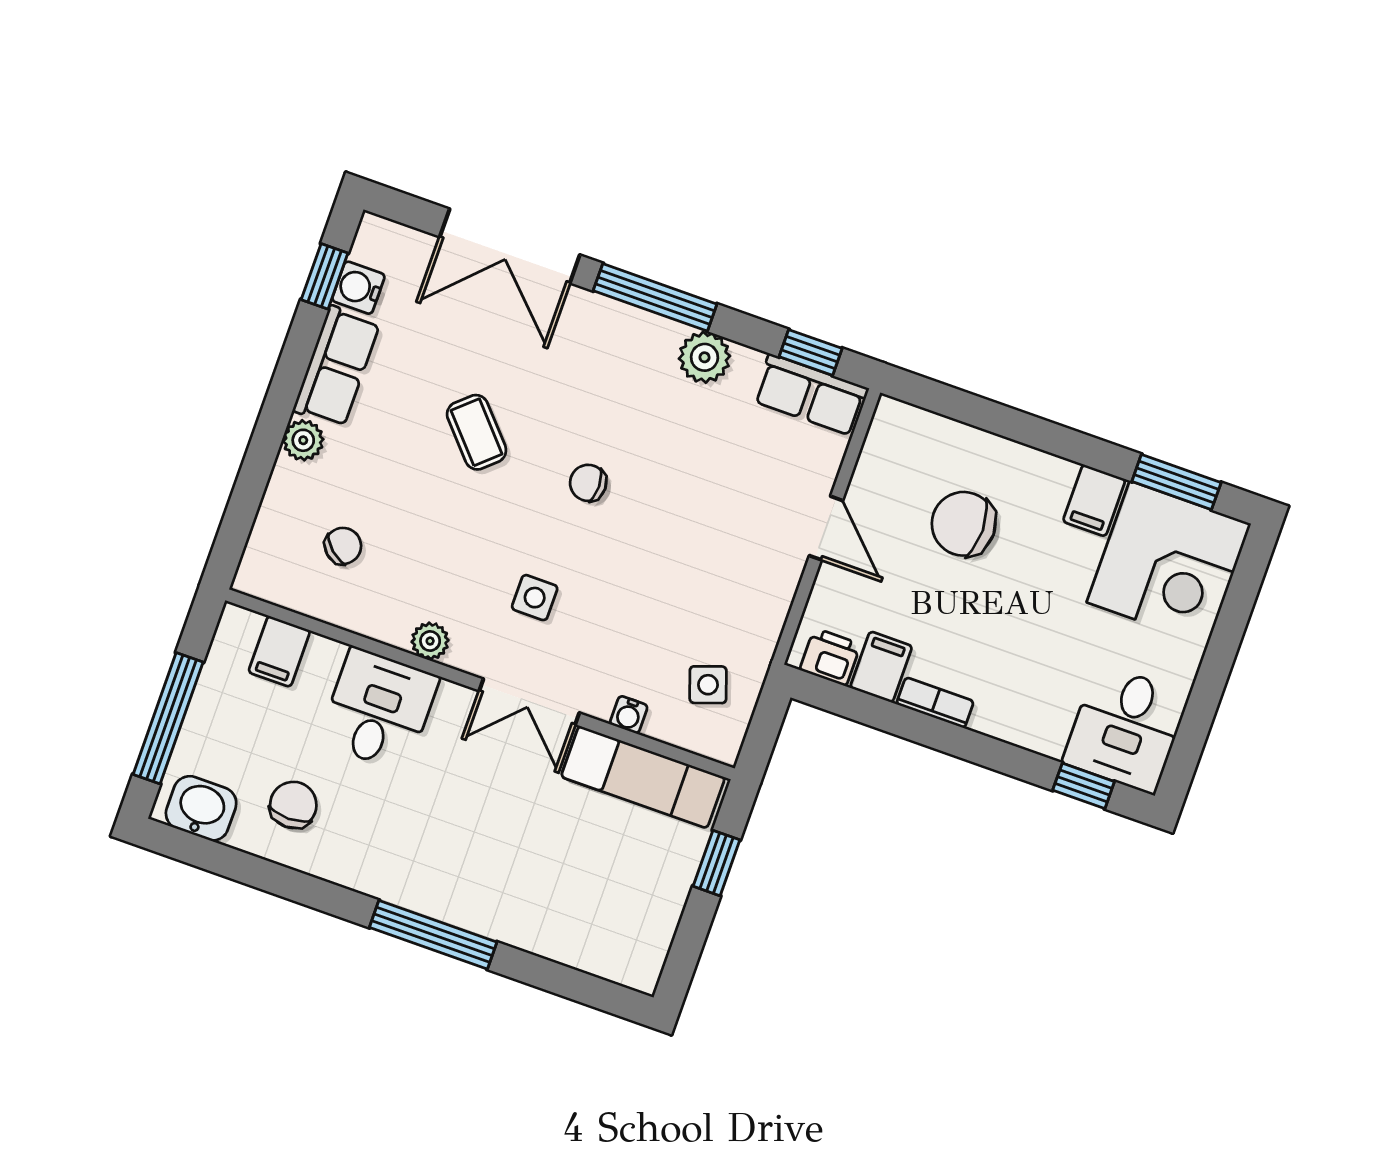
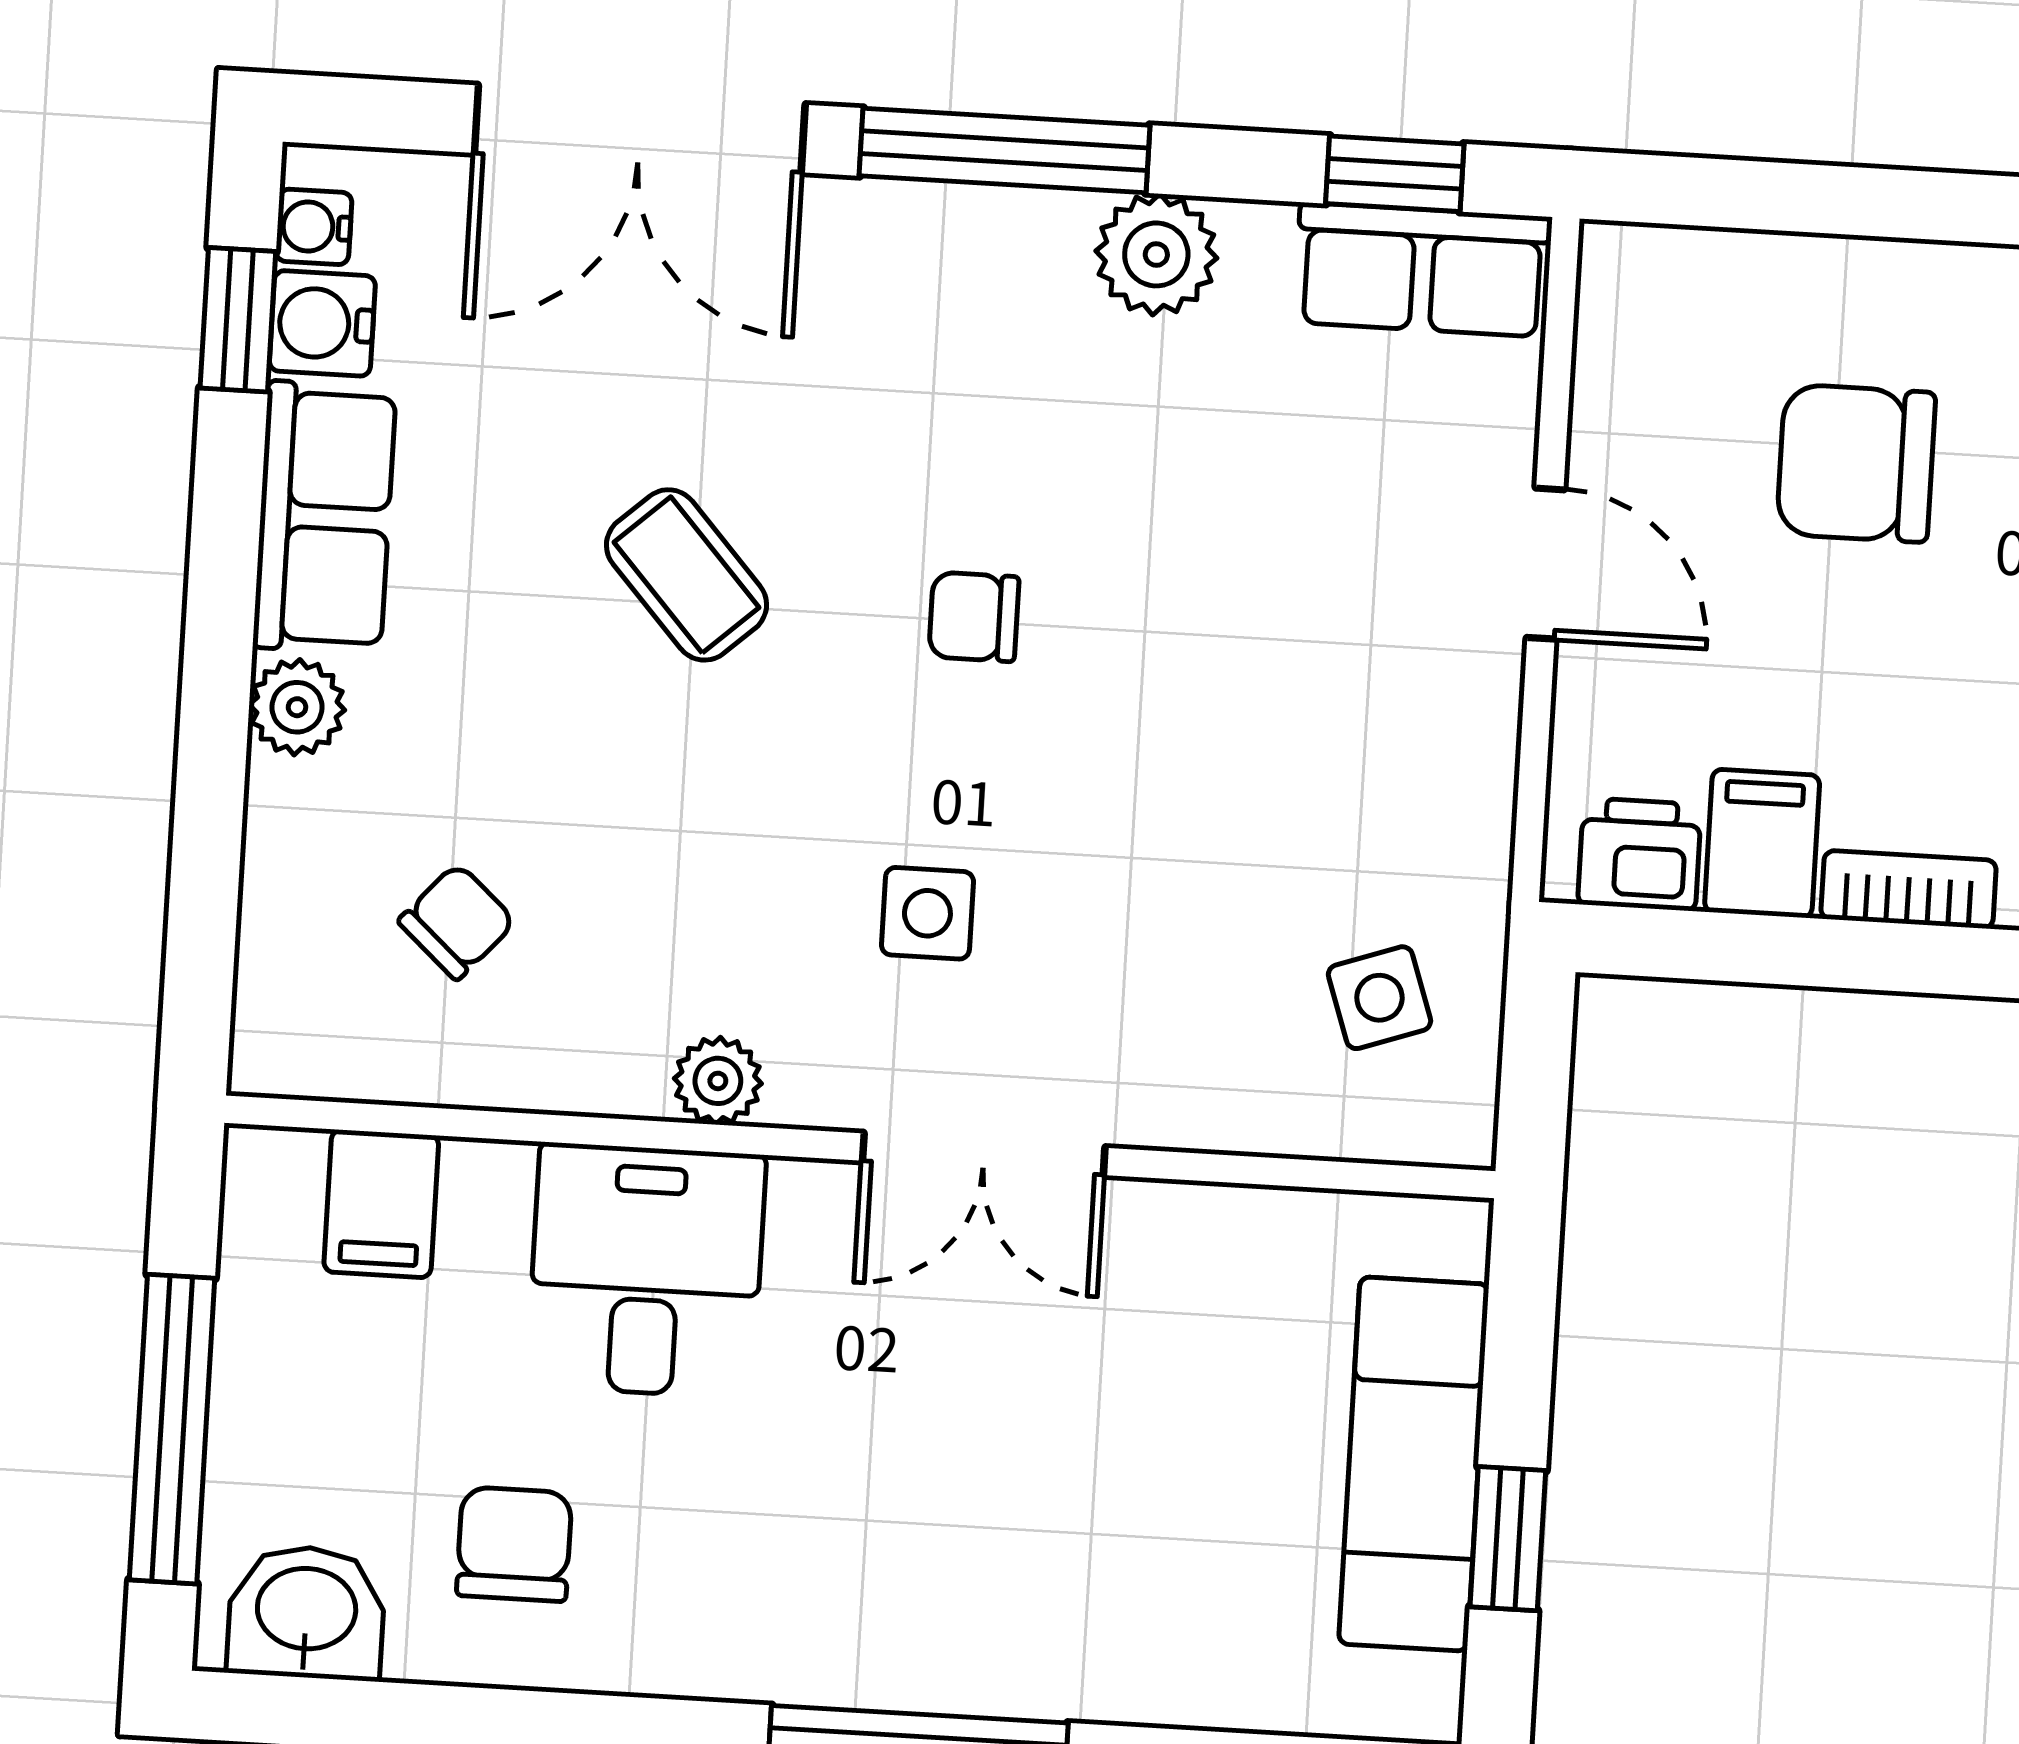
water cooler: (629, 715) -> (314, 227), moved, turned 90
exam couch: (643, 777) -> (1414, 1464), moved, turned 90
window: (716, 863) -> (1508, 1539), moved

